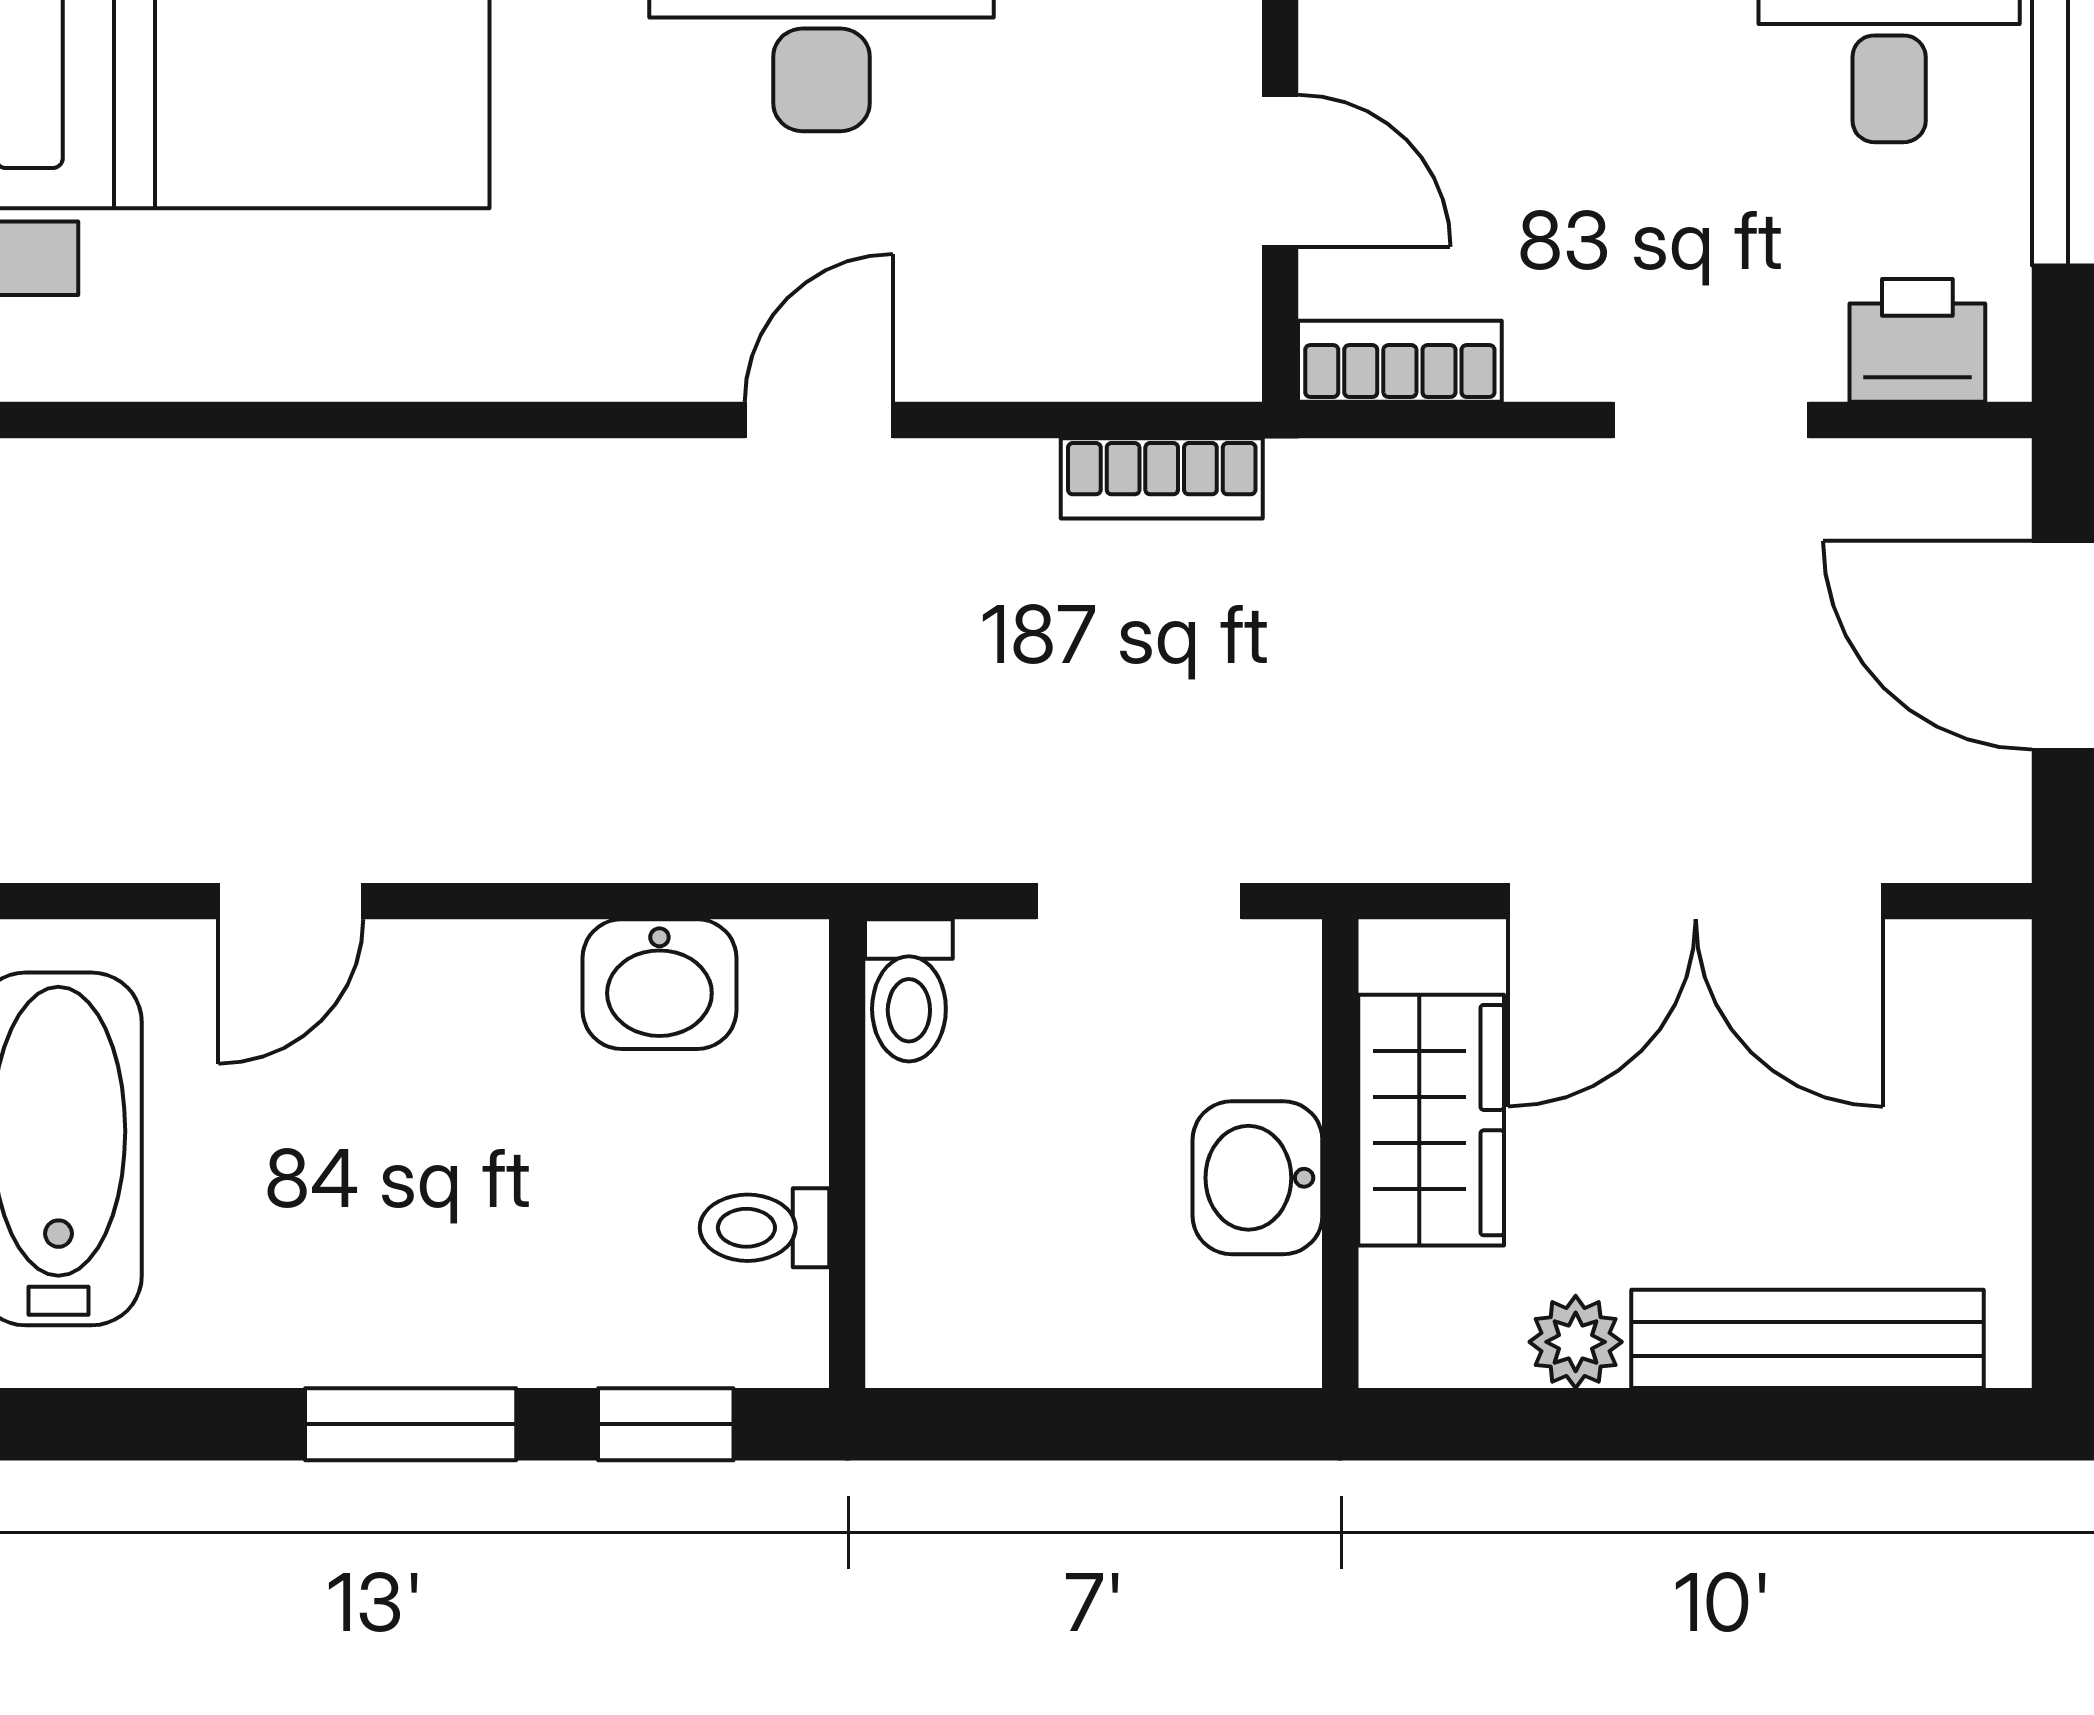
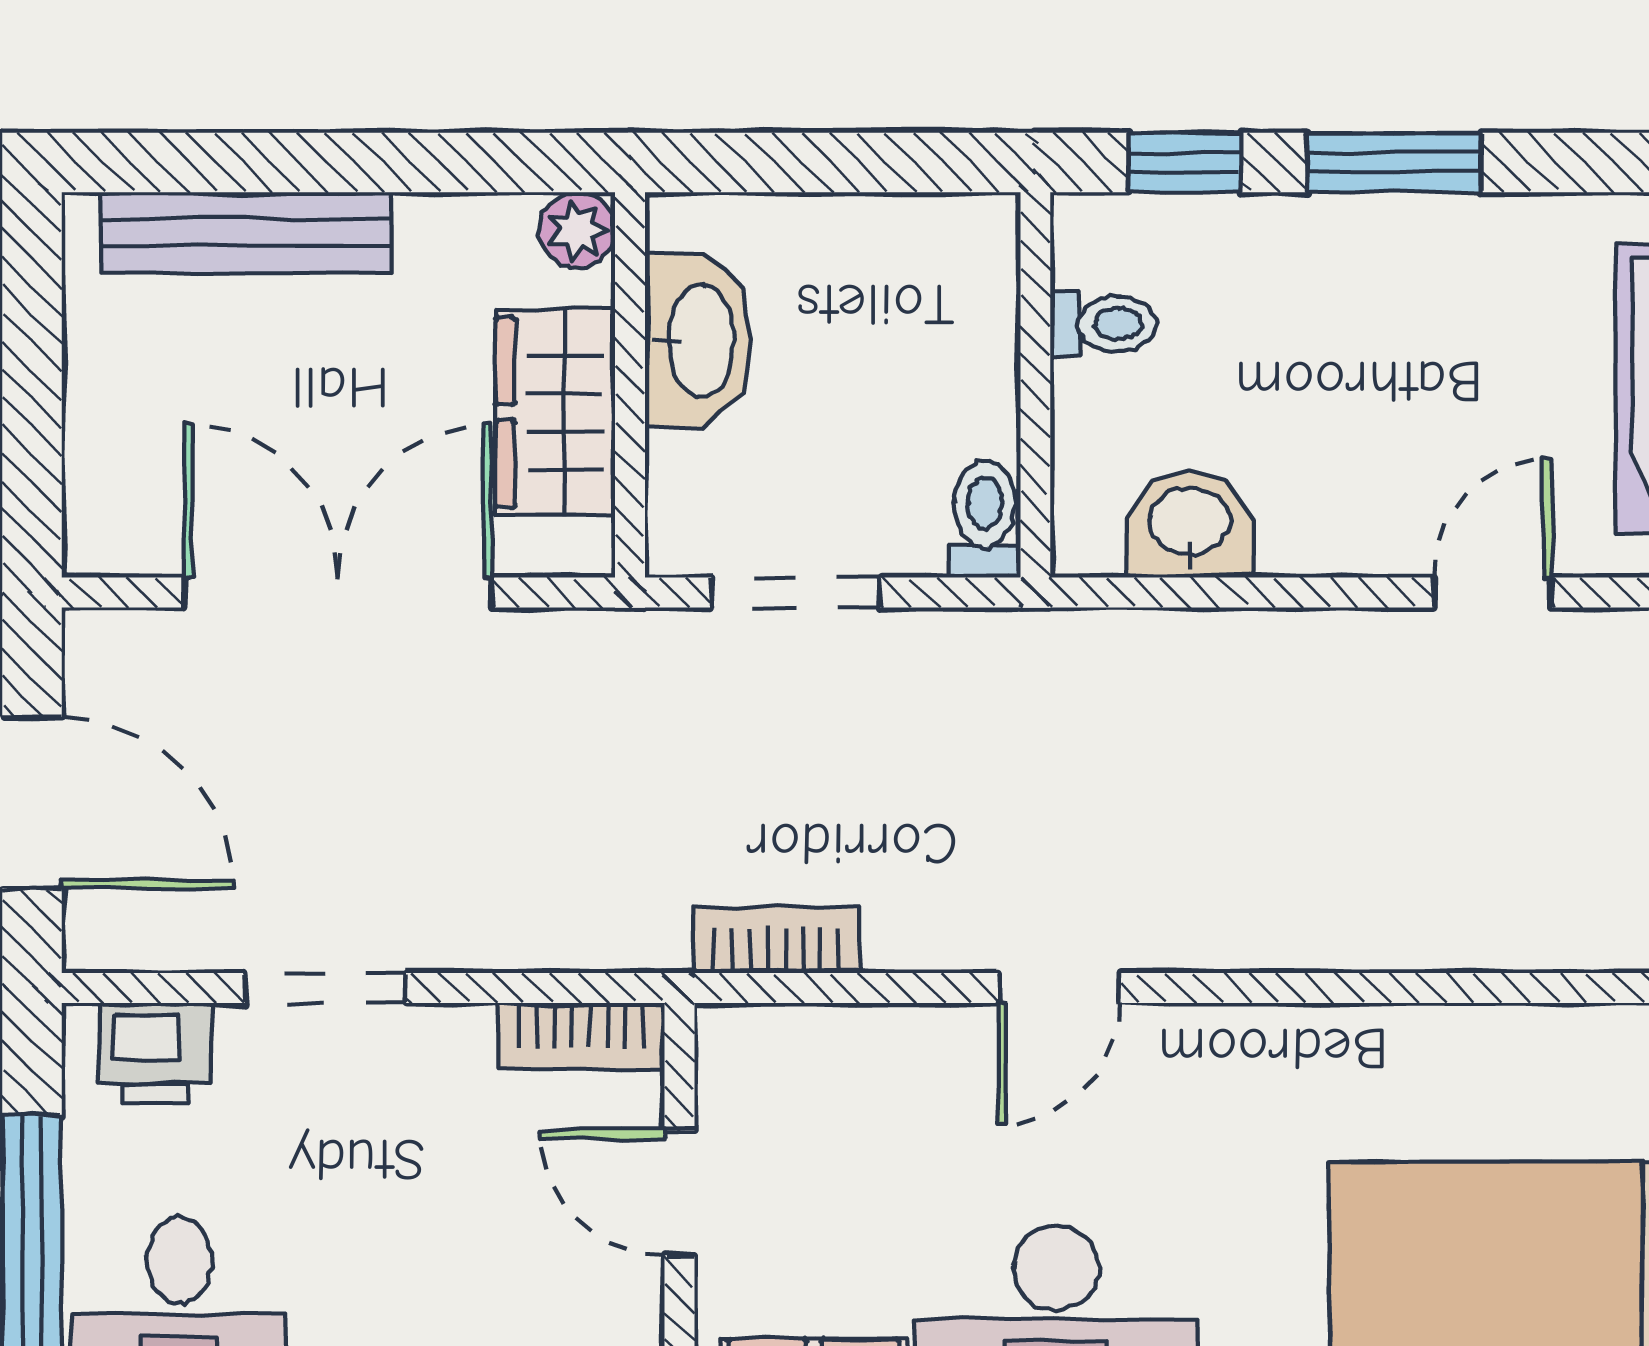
washbasin: (1257, 1178) -> (698, 341), width x1.38
plant: (1576, 1342) -> (577, 230), moved

